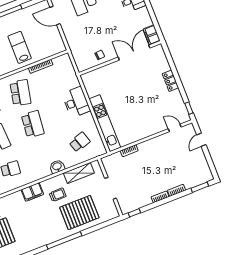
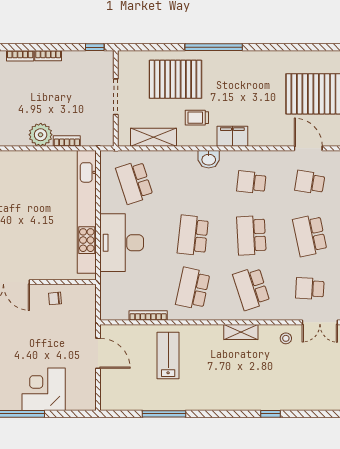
door: (55, 16) -> (98, 353), moved
lab bench: (20, 47) -> (168, 356), turned 180
desk: (76, 102) -> (122, 243), width x1.36, depth x1.30
kitchen unit: (105, 123) -> (87, 212), width x1.36
school desk: (80, 142) -> (134, 182), width x1.85
plant: (146, 148) -> (41, 135), added
washbasin: (57, 167) -> (209, 159), moved

